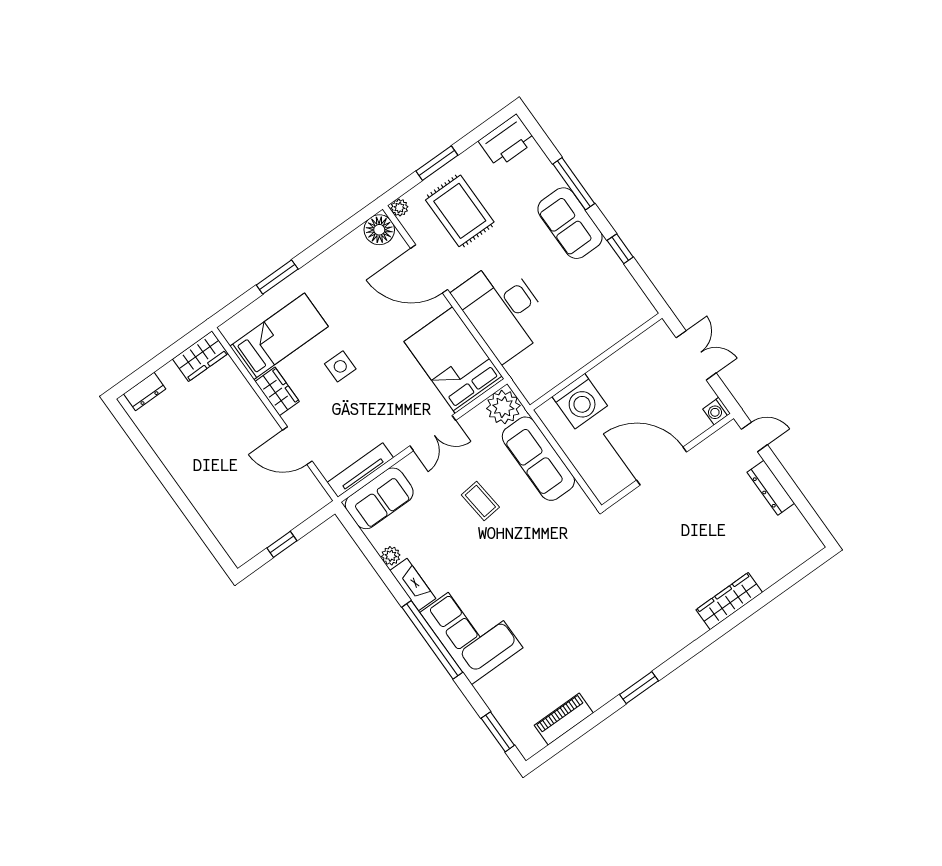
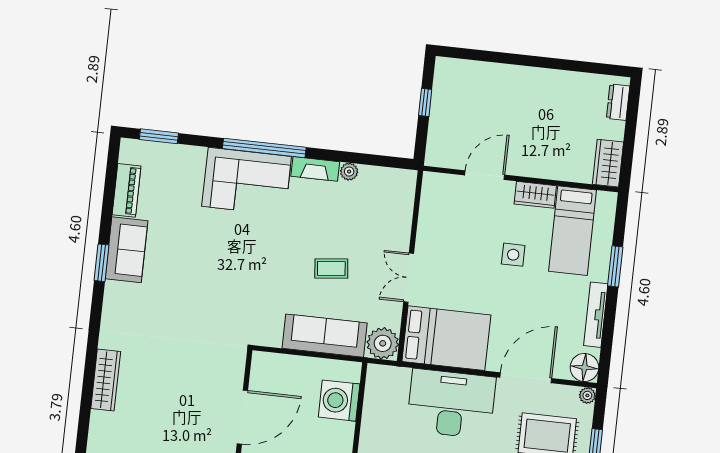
tv unit: (360, 470) -> (596, 315), moved, turned 180
sofa: (379, 498) -> (127, 250), moved, turned 180

